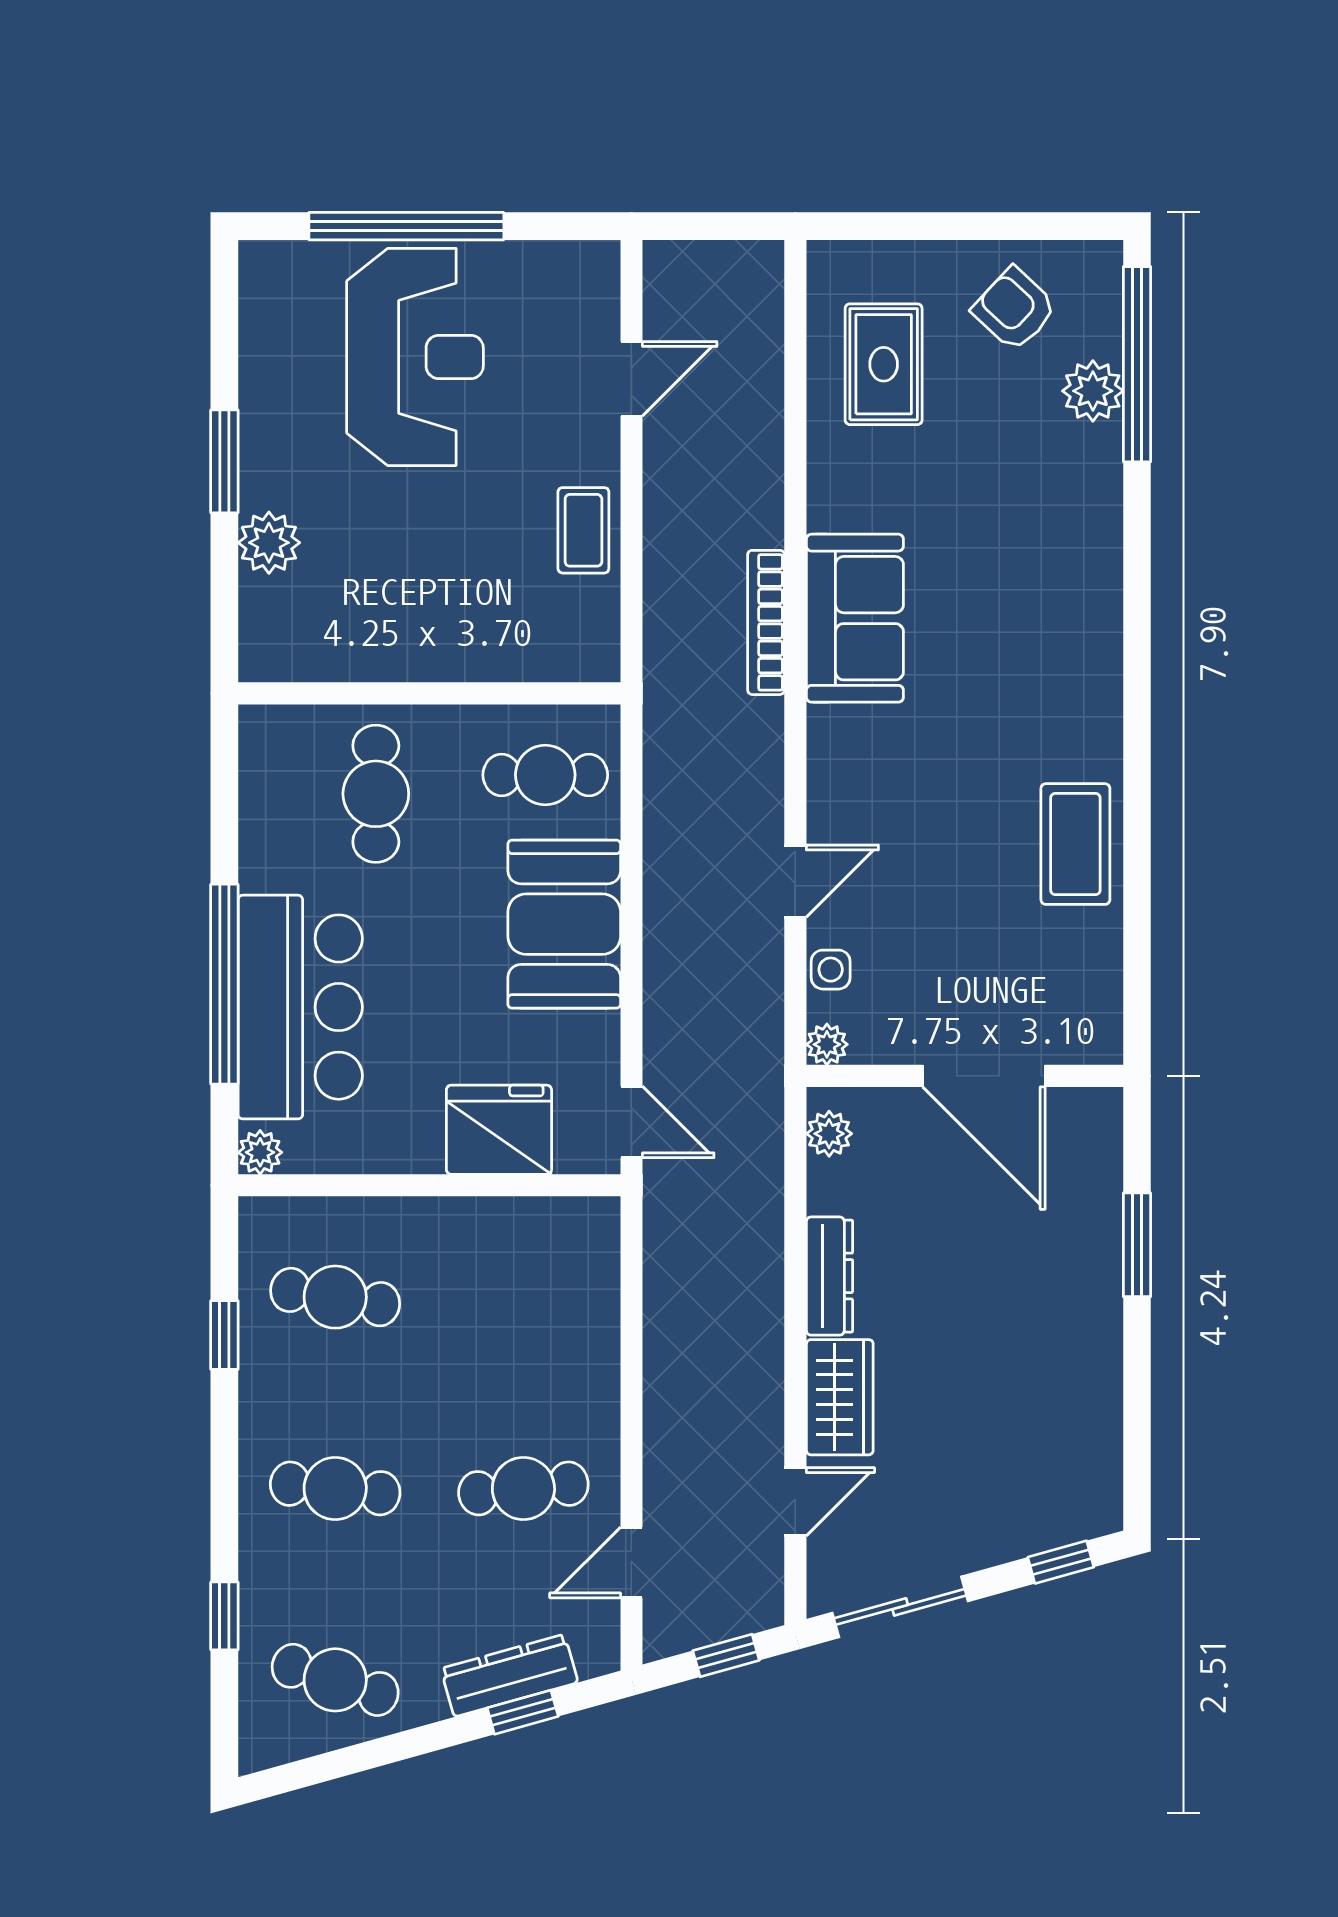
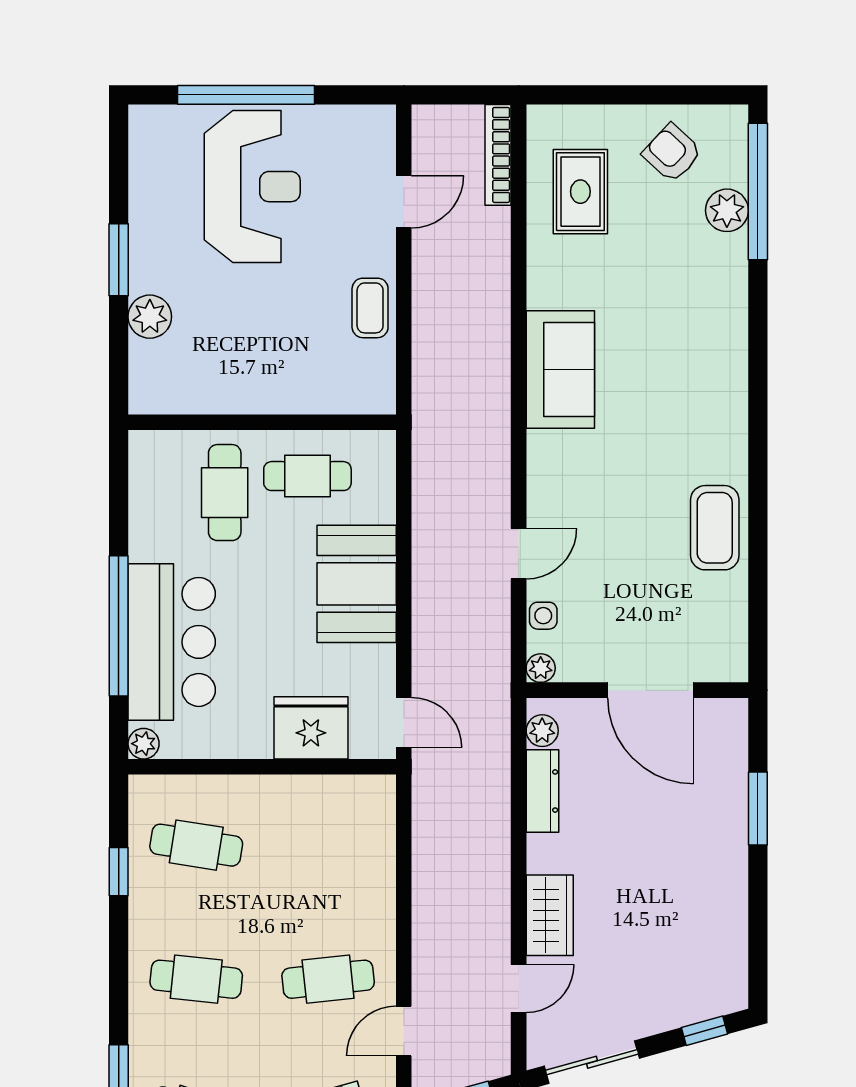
bookcase: (766, 622) -> (498, 155), moved
cafe table: (545, 775) -> (307, 476), moved
dresser: (829, 1276) -> (542, 791), moved

